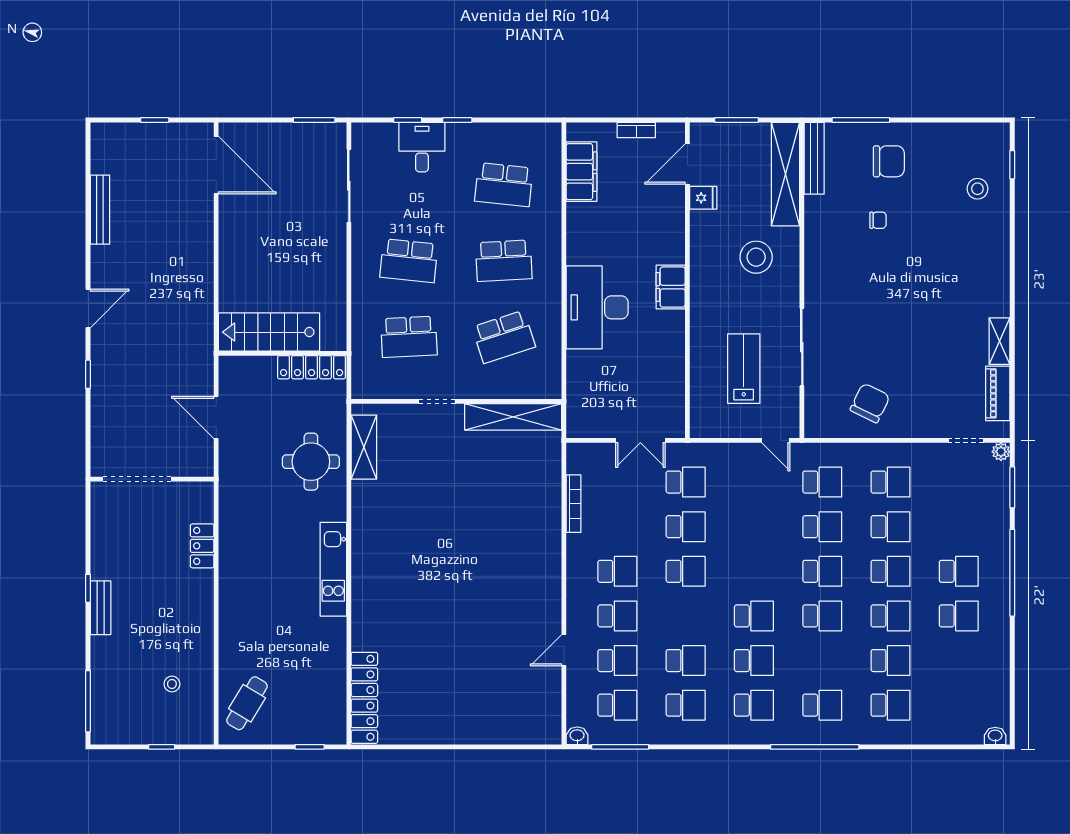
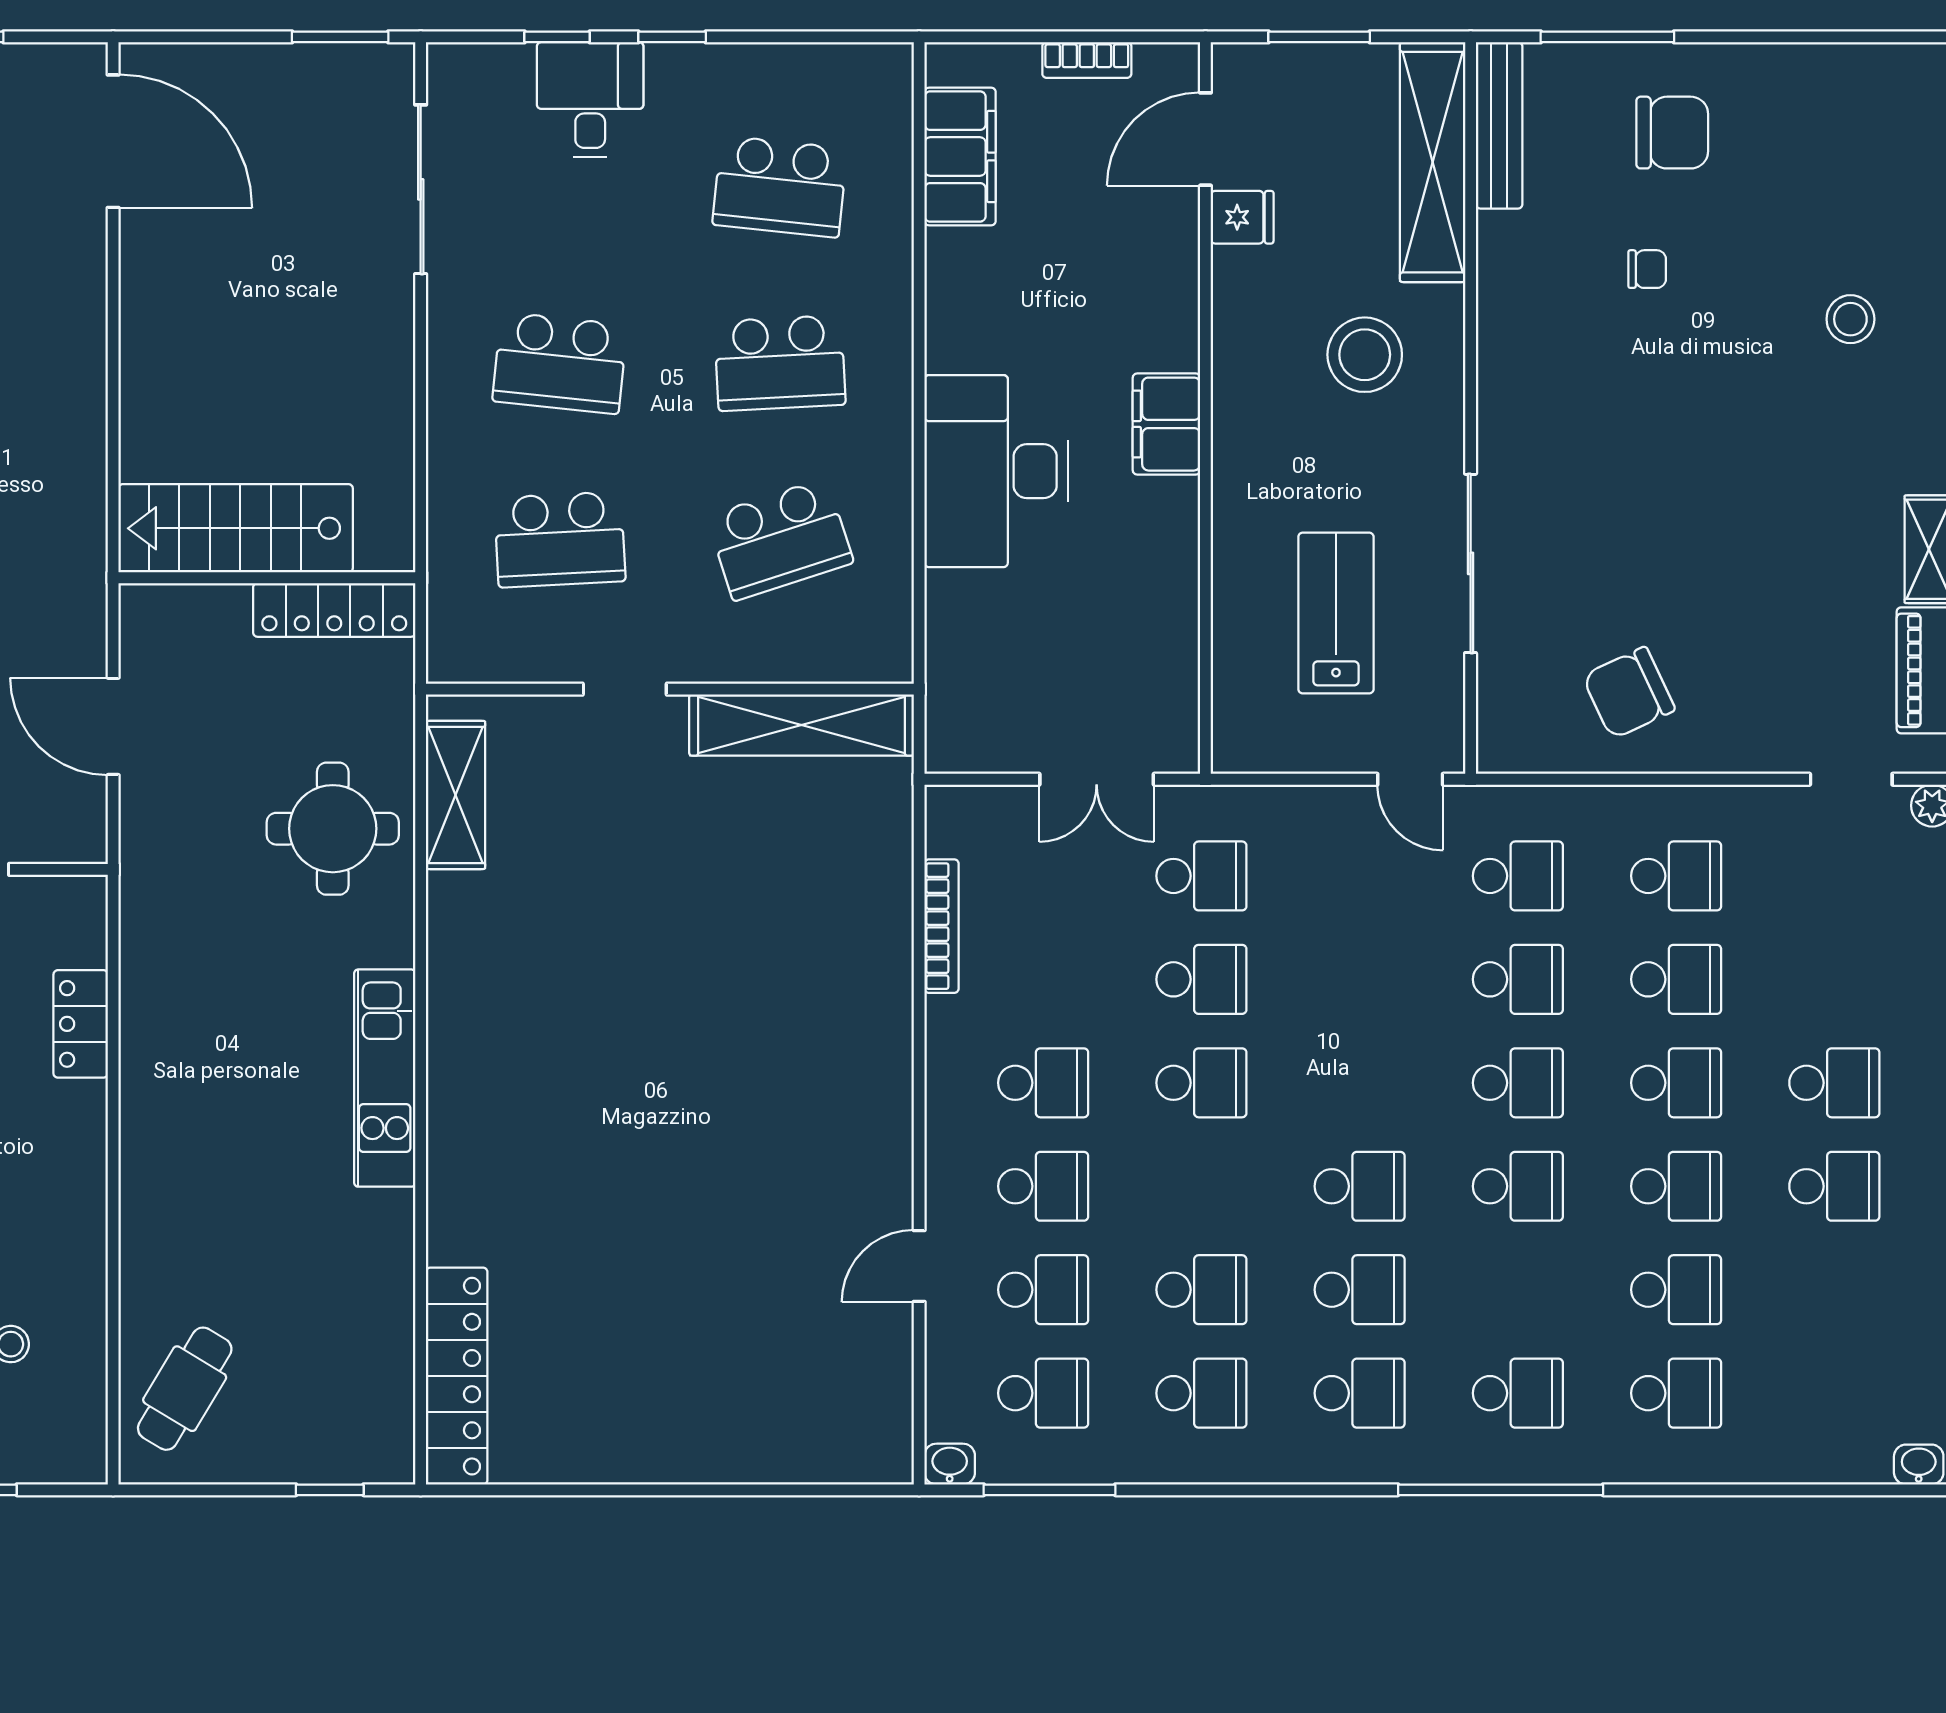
stool: (977, 189) -> (1850, 319), moved
chair: (870, 403) -> (1629, 693), turned -141

